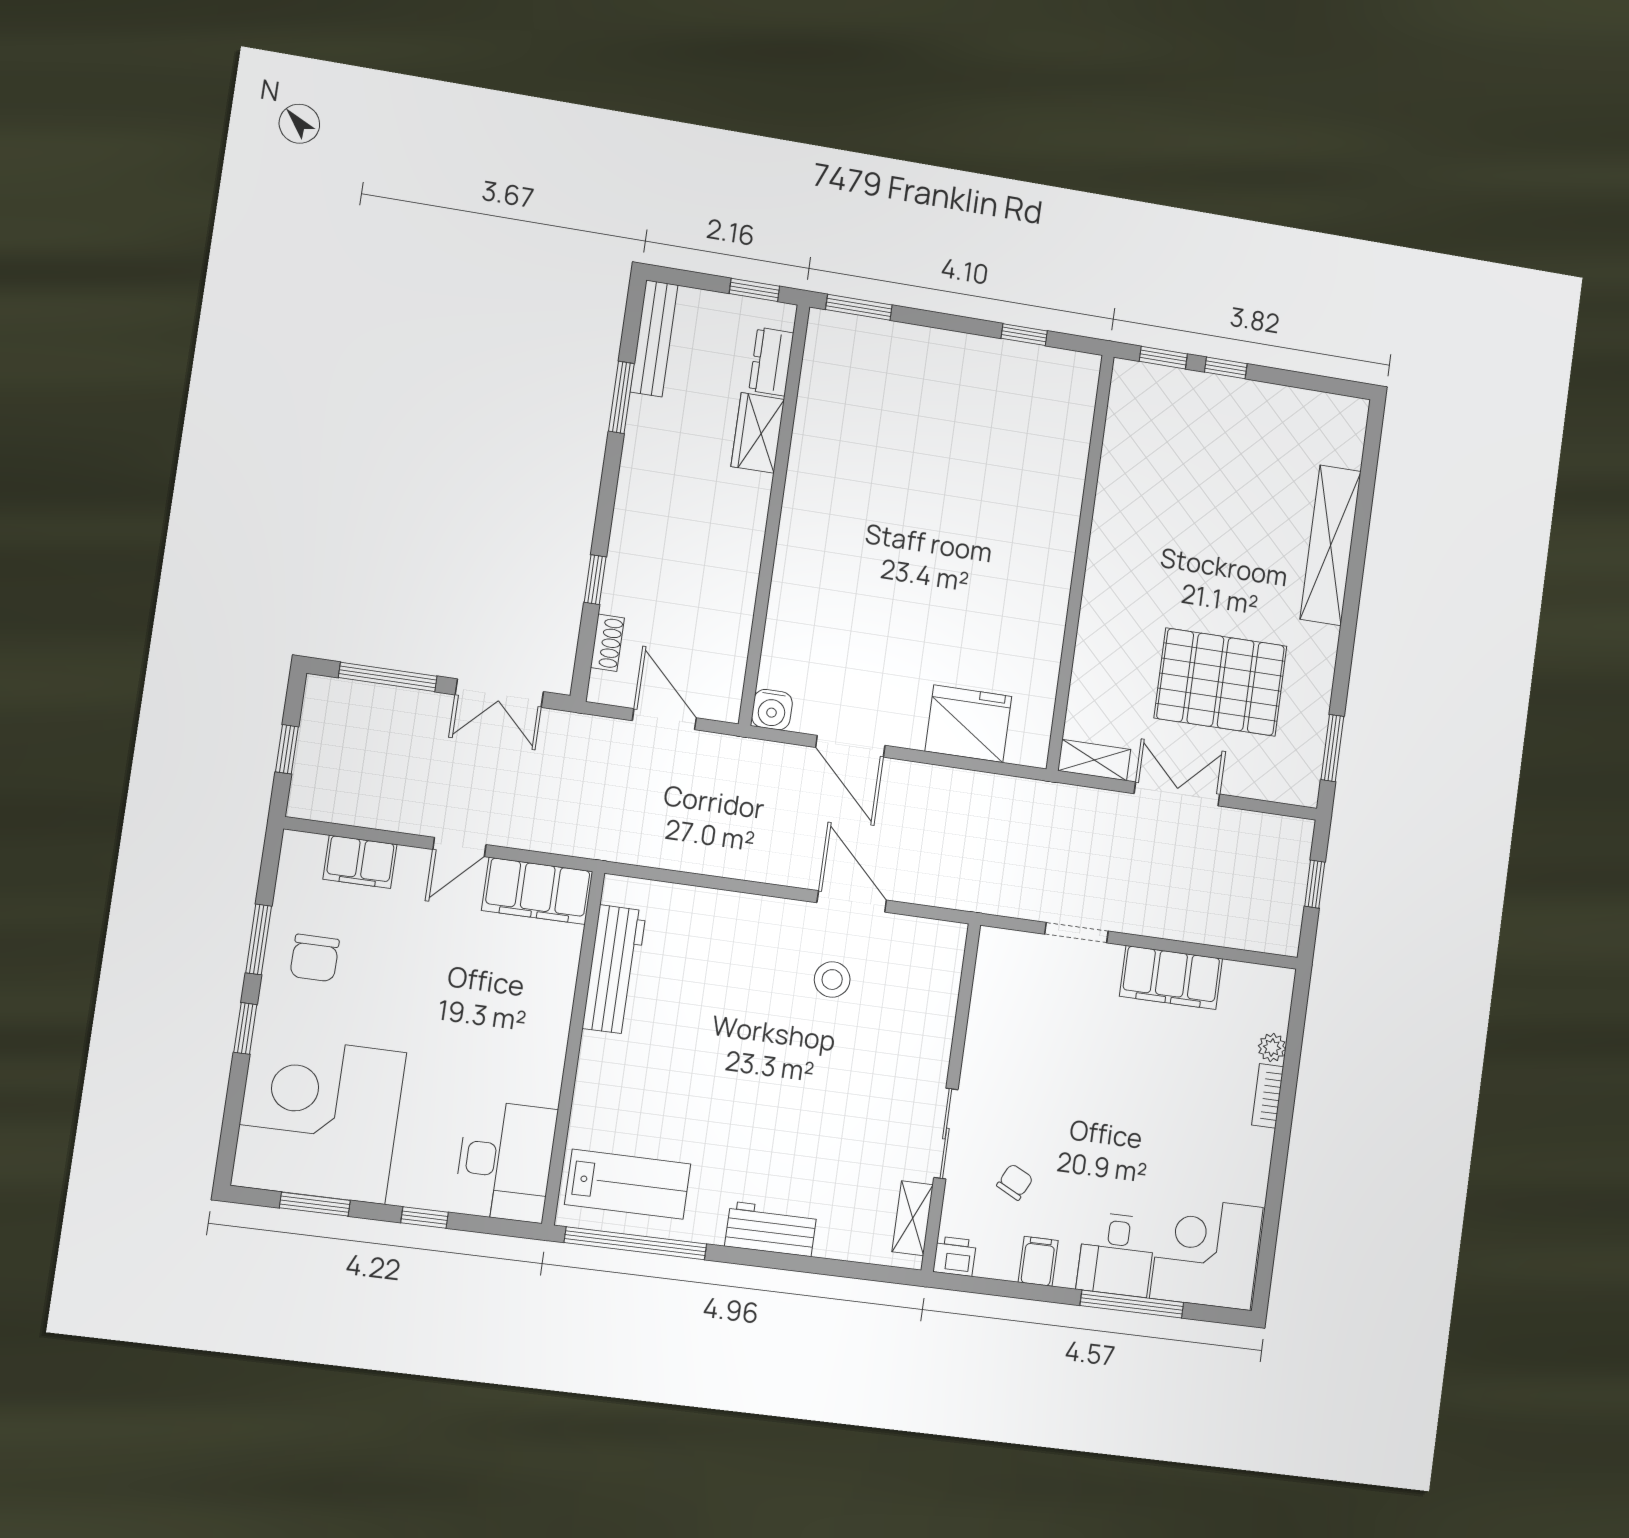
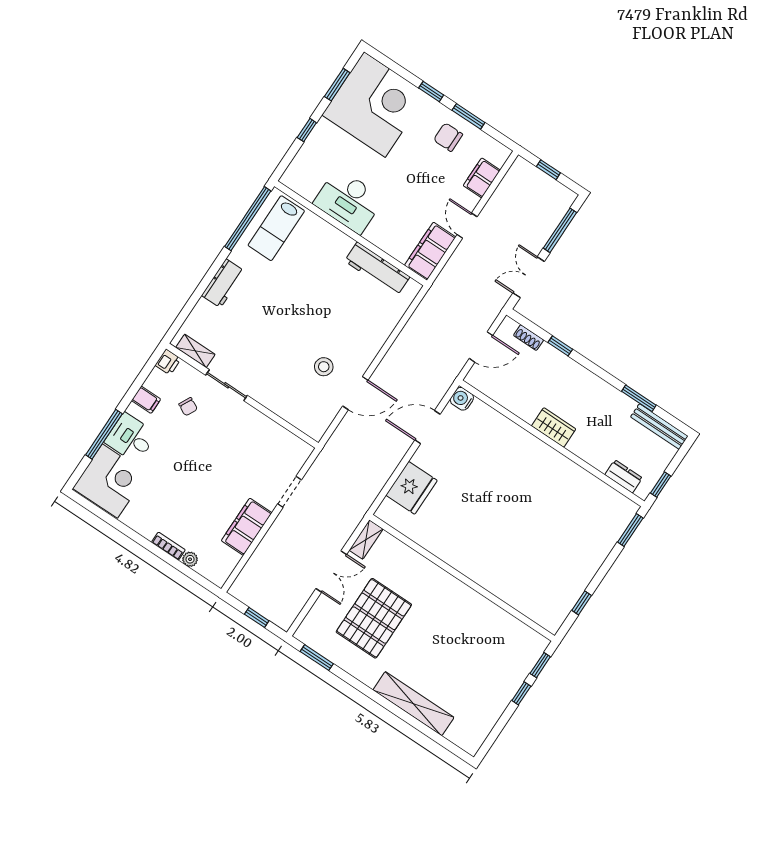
wardrobe: (758, 433) -> (554, 427), moved
desk: (505, 1161) -> (349, 201), moved

